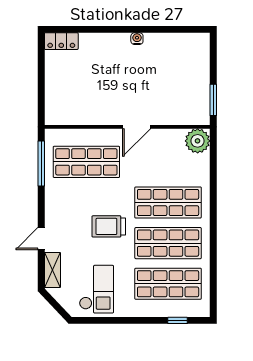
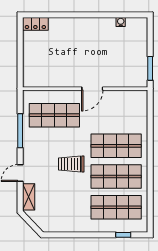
water cooler: (137, 39) -> (121, 22), moved
plant: (198, 141) -> (138, 99), removed
window: (41, 163) -> (20, 131), moved
checkout: (96, 289) -> (62, 211), removed

